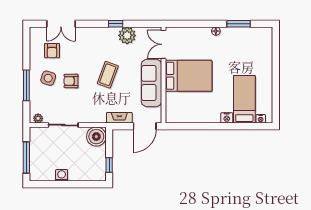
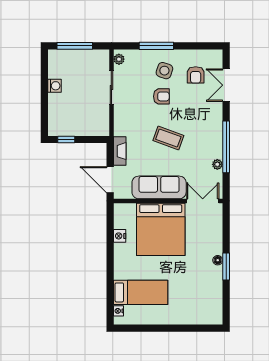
window: (116, 24) -> (226, 147), width x3.17
window: (239, 24) -> (226, 267), moved
plant: (127, 35) -> (217, 164), width x0.53, depth x0.53
armchair: (52, 51) -> (196, 75), turned -90
bed: (189, 76) -> (161, 229), width x1.36
armchair: (71, 81) -> (161, 96), turned 90
nightstand: (227, 118) -> (120, 236), moved
boiler: (96, 137) -> (98, 125), removed

